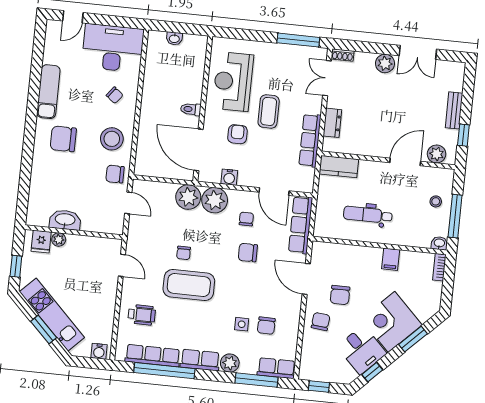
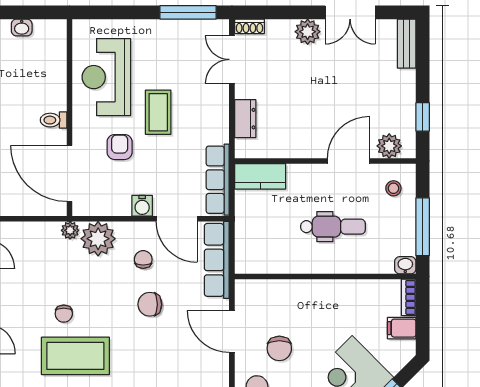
bench: (454, 110) -> (407, 44), moved
row of seats: (310, 140) -> (218, 180), moved
water cooler: (229, 177) -> (142, 206), moved
plant: (188, 197) -> (70, 230), width x0.53, depth x0.53
stool: (436, 201) -> (393, 188), moved
dental chair: (368, 215) -> (333, 227), moved, turned 180
filing cabinet: (391, 259) -> (402, 328), moved, turned 90

